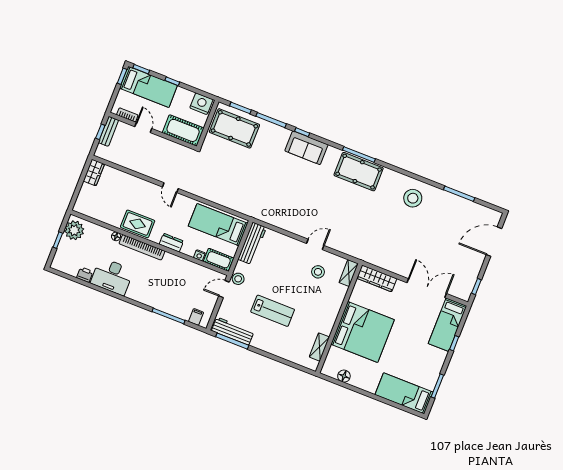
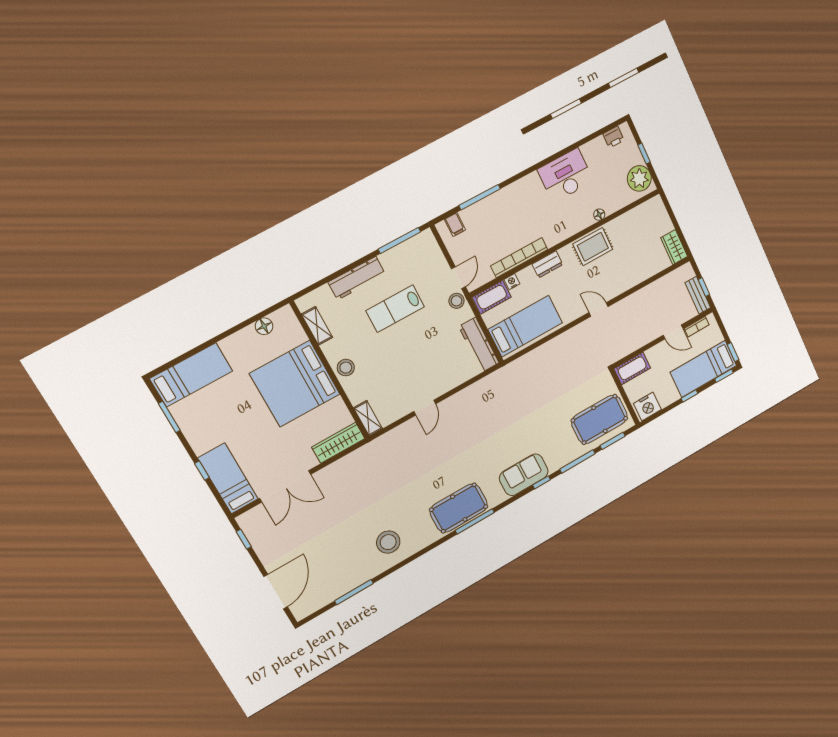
cot: (183, 130) -> (632, 368), width x0.73, depth x0.75
bookcase: (142, 247) -> (519, 258), moved
stool: (318, 272) -> (346, 368), moved
printer: (85, 275) -> (613, 137), moved
workbench: (233, 331) -> (357, 278), moved

